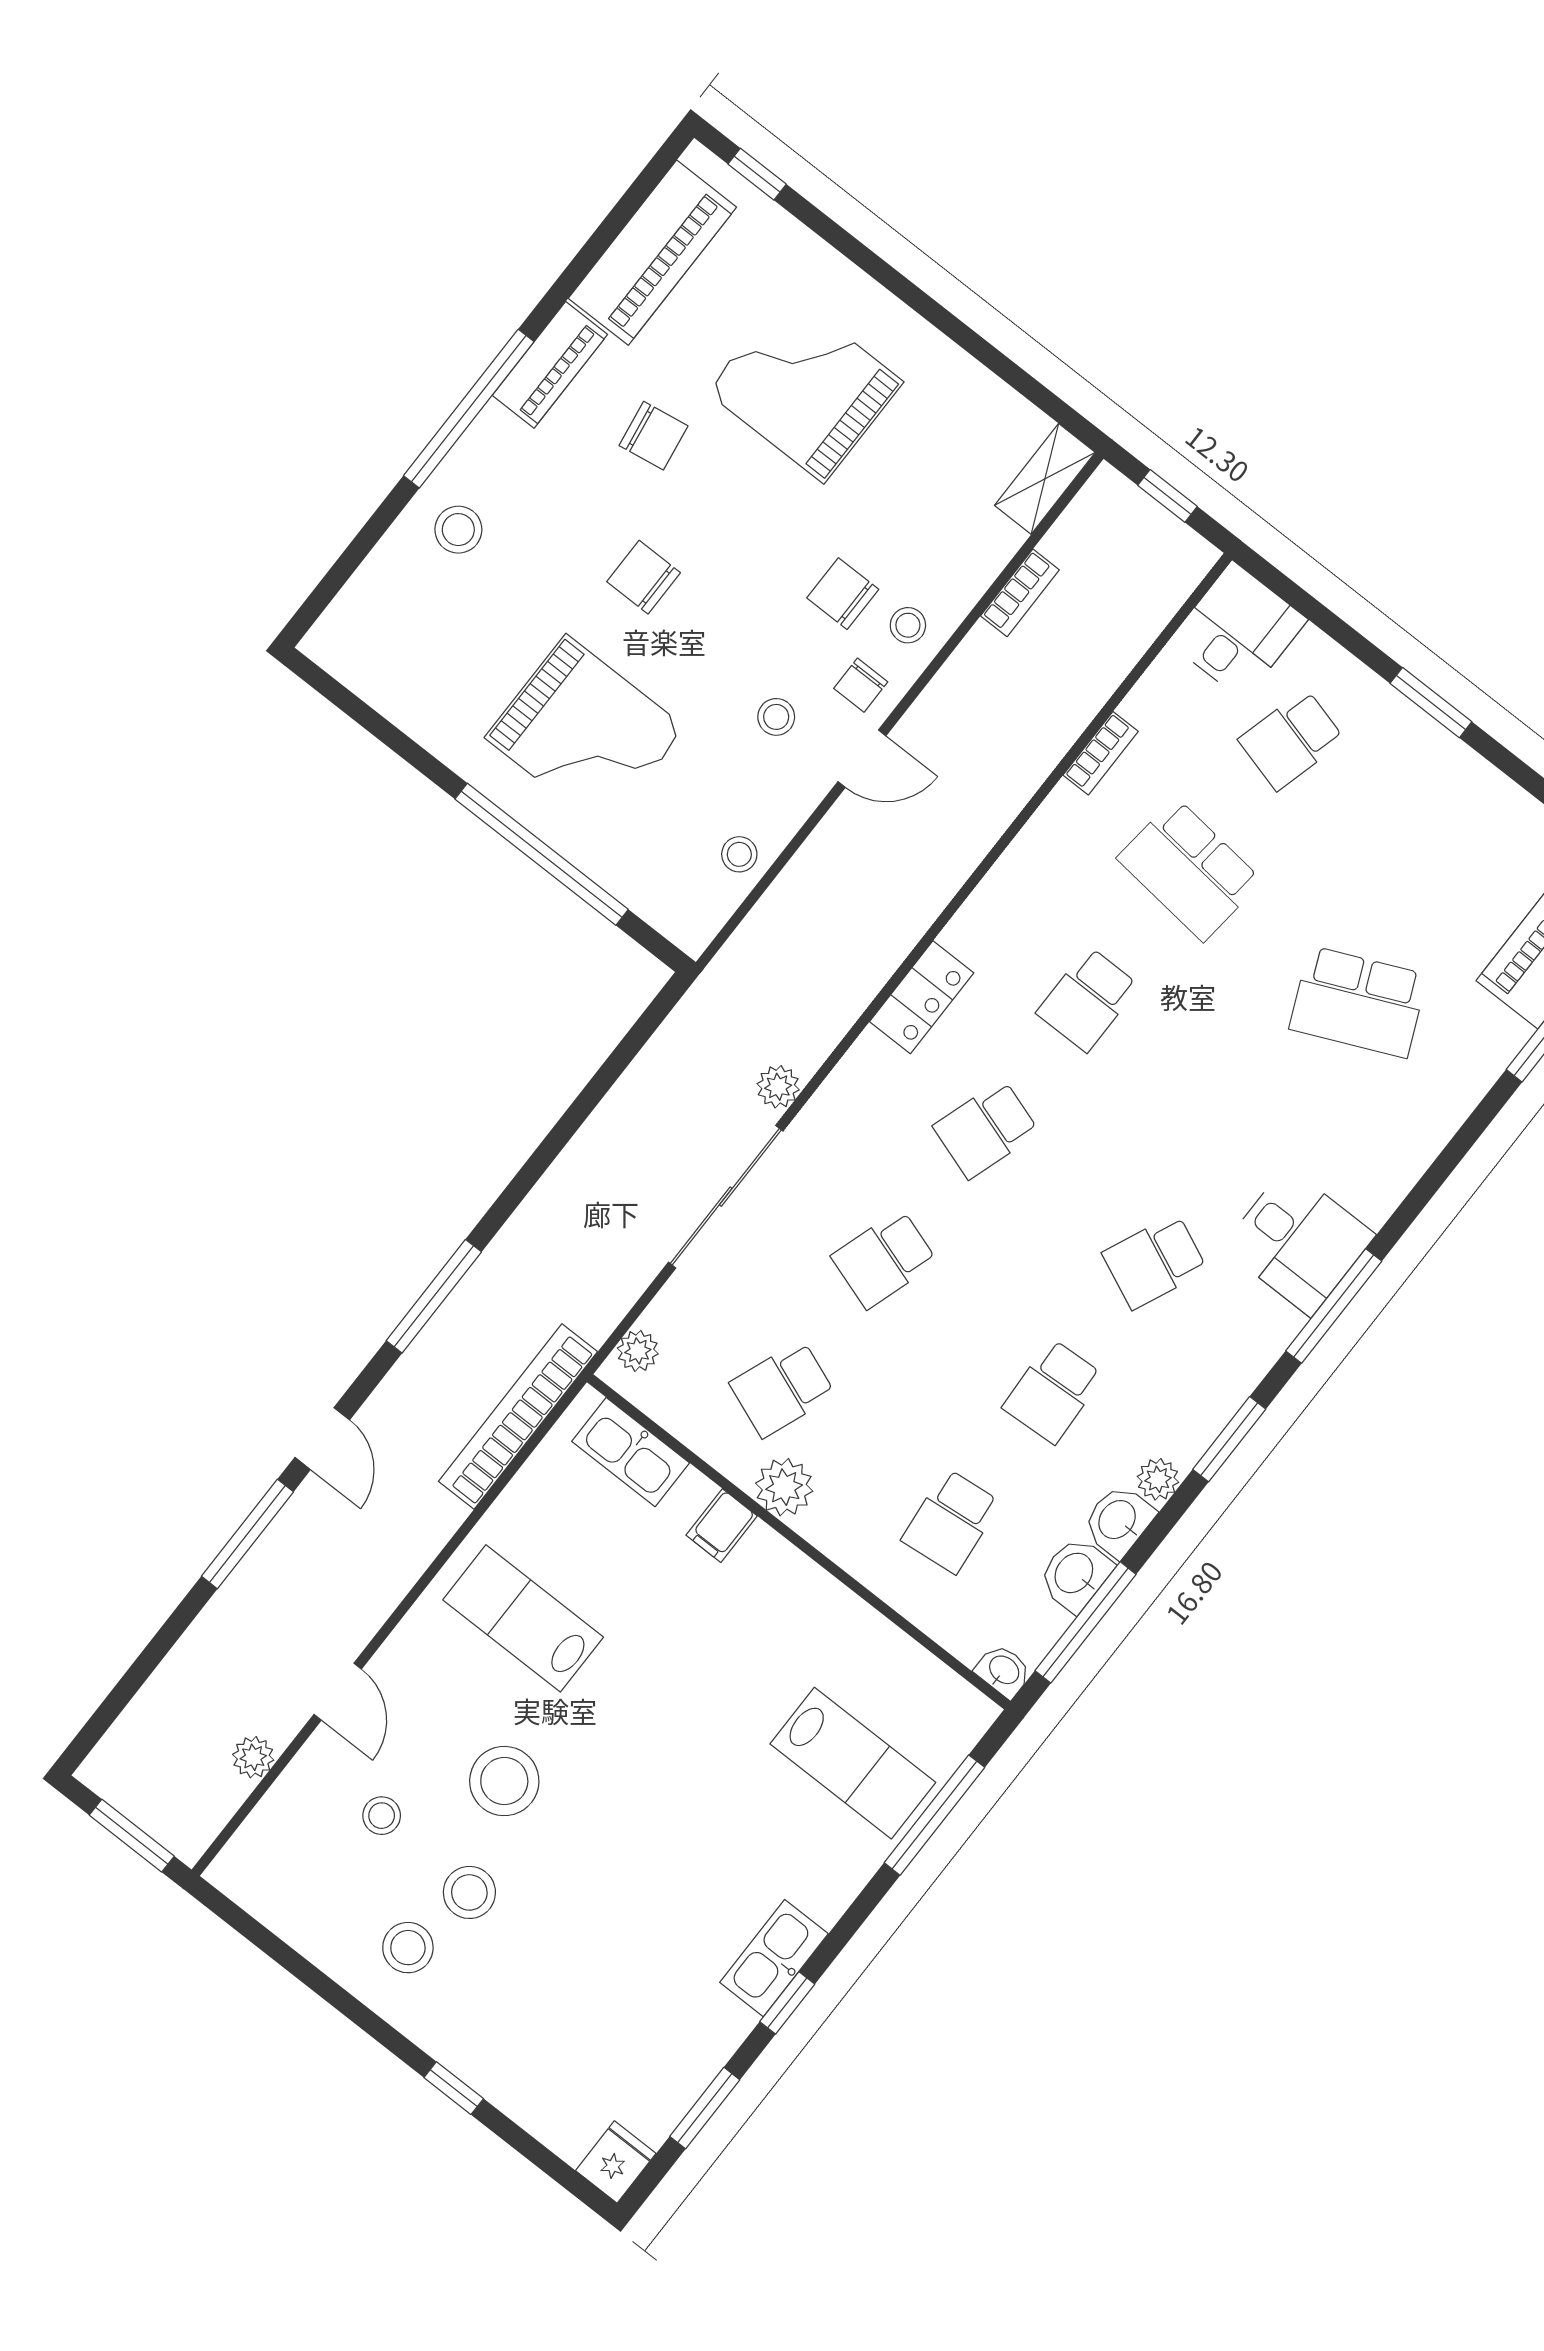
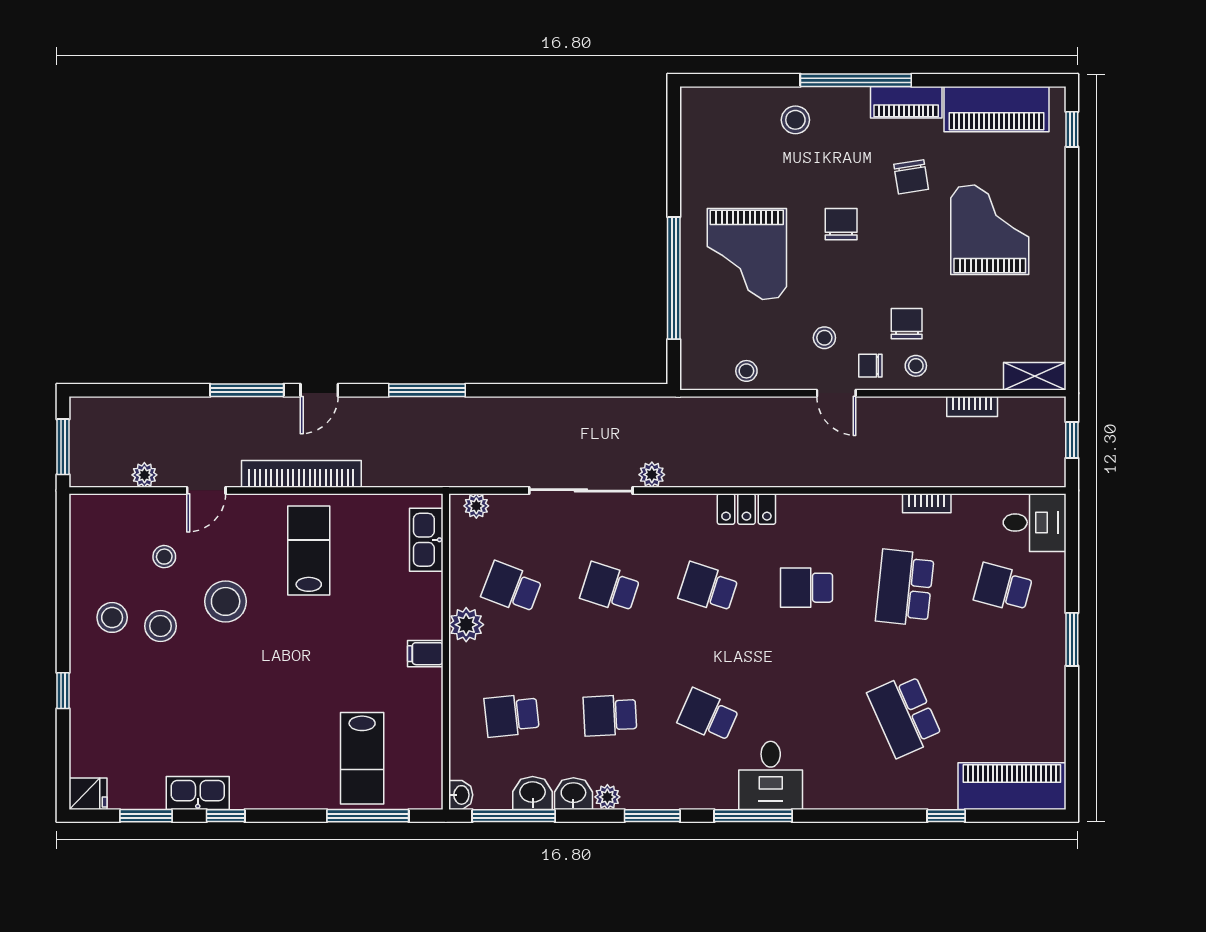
bookcase: (518, 1417) -> (301, 474), moved
filing cabinet: (722, 1526) -> (425, 654), moved
kitchen sink: (774, 1958) -> (198, 793), moved

